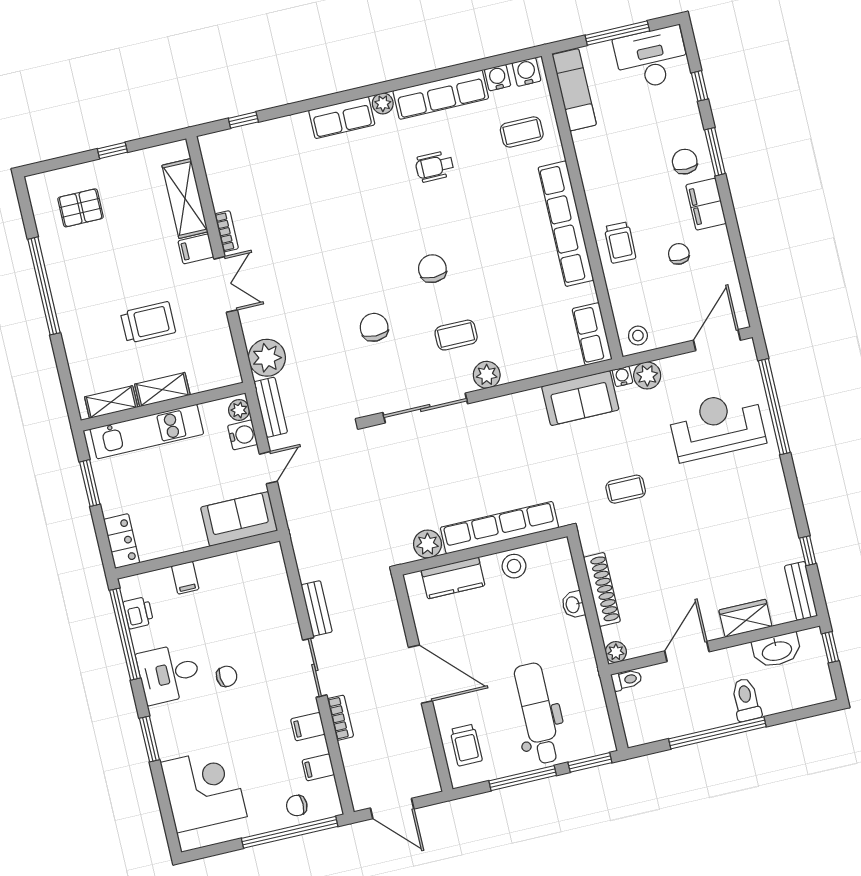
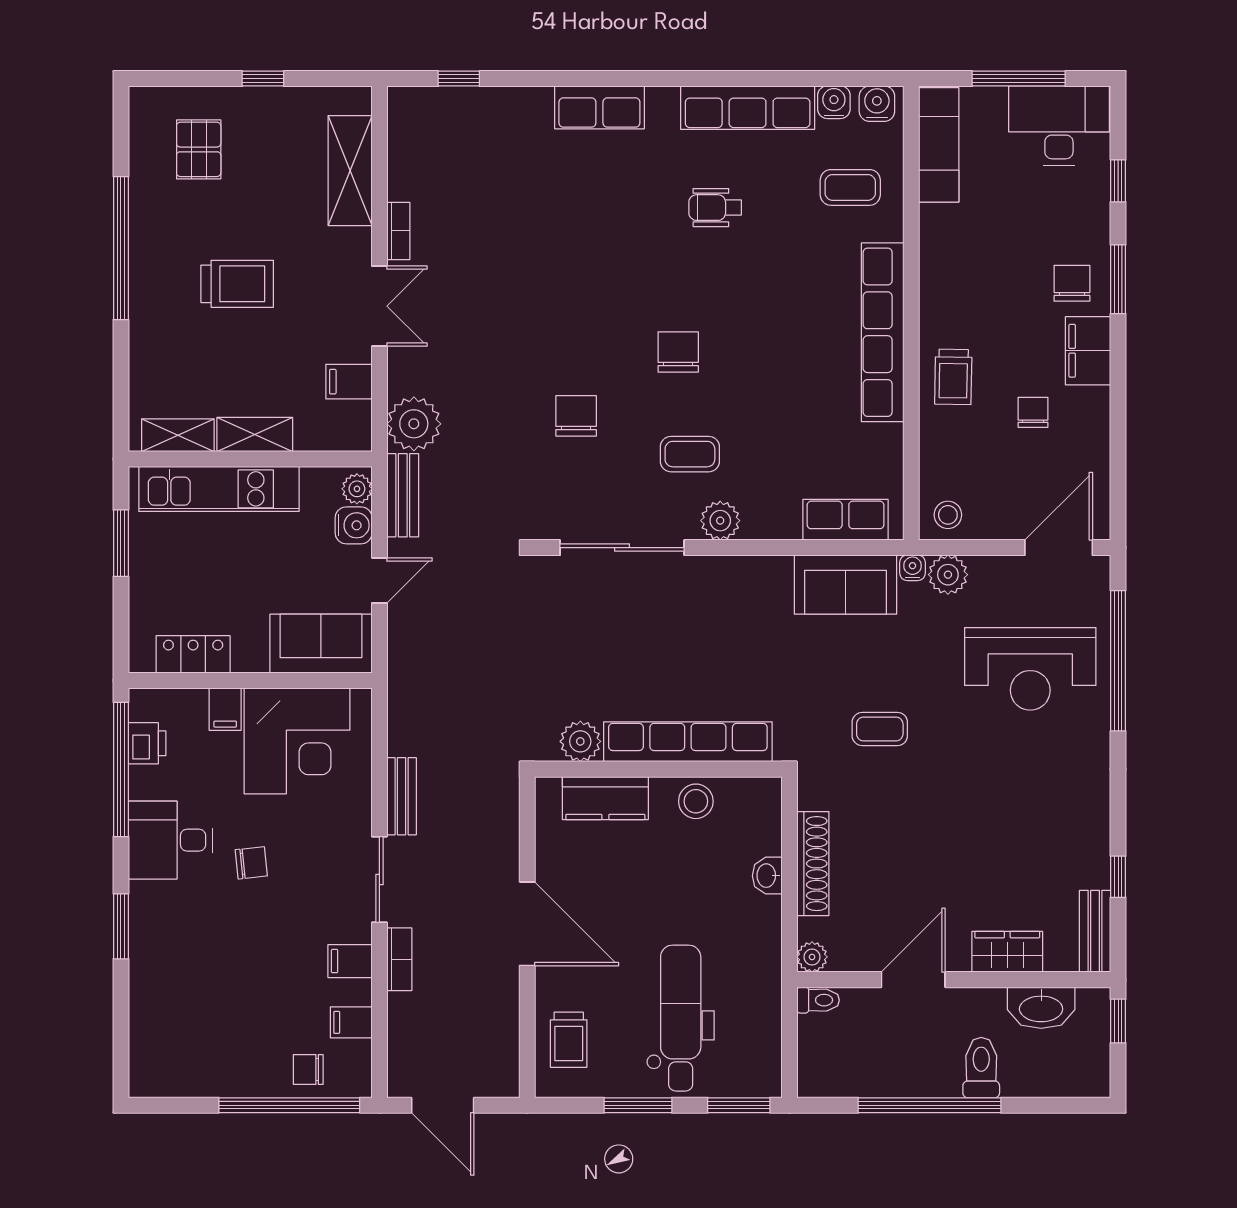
plant: (383, 103) -> (662, 101), removed
pallet: (81, 208) -> (199, 149), turned 90
filing cabinet: (196, 249) -> (349, 382), moved
trolley: (148, 322) -> (237, 284), moved
row of seats: (592, 334) -> (845, 520), moved, turned 90
reception desk: (717, 426) -> (1030, 669), turned 180
locker: (122, 541) -> (193, 654), moved, turned -90
window: (523, 778) -> (638, 1105), width x0.69
corner desk: (204, 790) -> (297, 741), moved, turned 90

